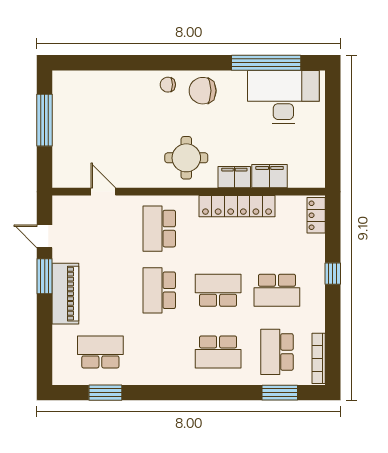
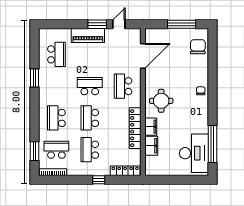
chair: (203, 91) -> (198, 47), moved
door: (103, 192) -> (143, 56), width x1.88
locker: (316, 215) -> (125, 171), width x1.53
school desk: (159, 229) -> (123, 86), turned -90
school desk: (218, 290) -> (90, 118), turned 180
window: (105, 393) -> (34, 78), moved

